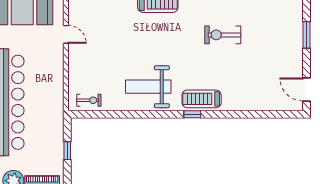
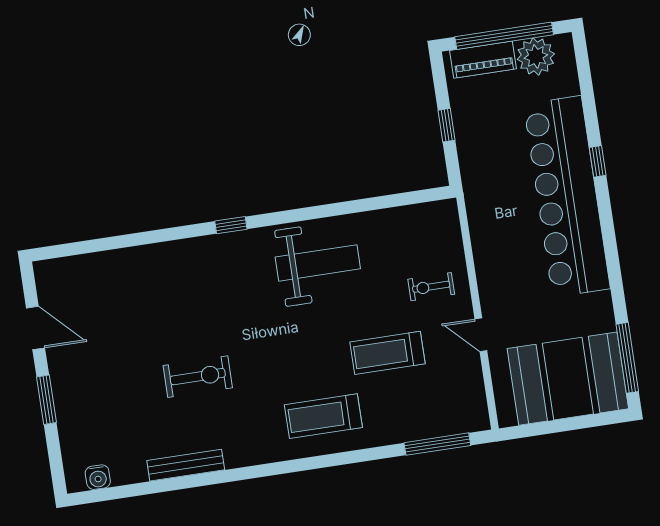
door: (307, 89) -> (36, 328), moved
treadmill: (202, 99) -> (388, 353), moved, turned 180
exercise bike: (89, 100) -> (431, 287), moved

